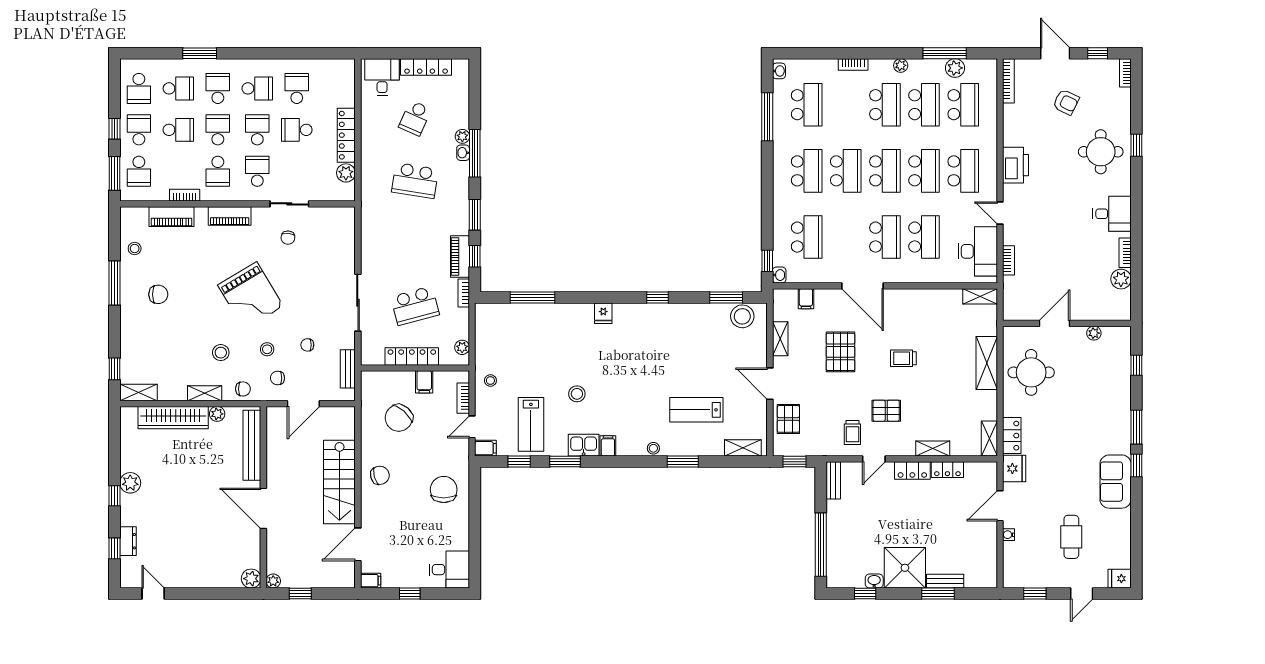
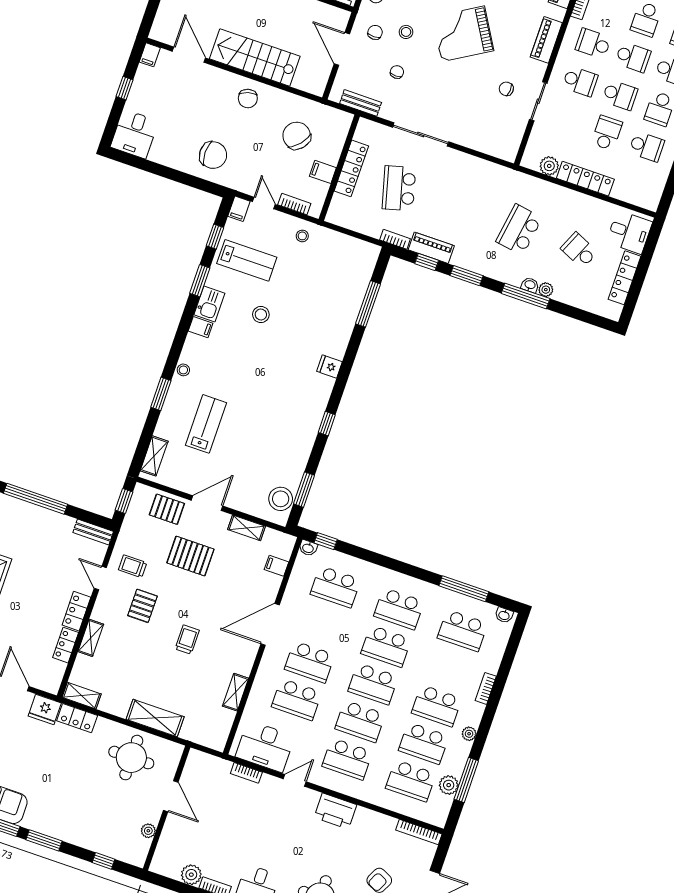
shelving: (980, 296) -> (236, 692), moved
plant: (462, 347) -> (343, 220), removed
pallet: (840, 352) -> (190, 556), moved
lab bench: (531, 424) -> (247, 260), turned 180

